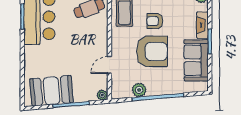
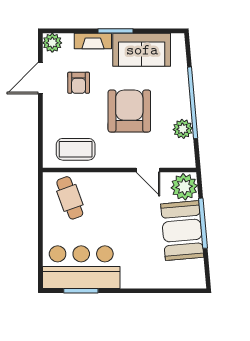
armchair: (155, 21) -> (79, 83), moved
booth: (52, 91) -> (182, 231), moved
plant: (102, 95) -> (184, 187), width x1.88, depth x1.88

